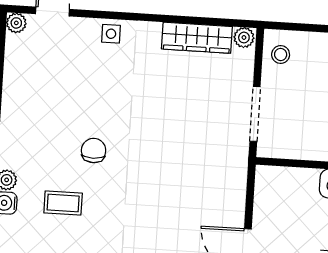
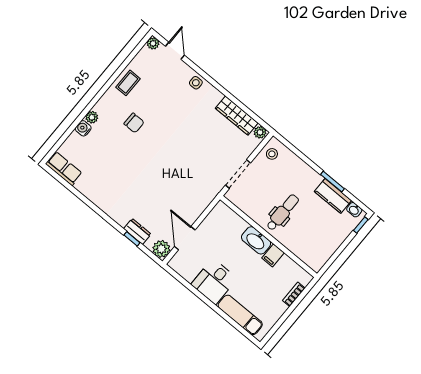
chair: (94, 151) -> (134, 123), moved, turned 90
coffee table: (63, 203) -> (128, 83), moved, turned 90

